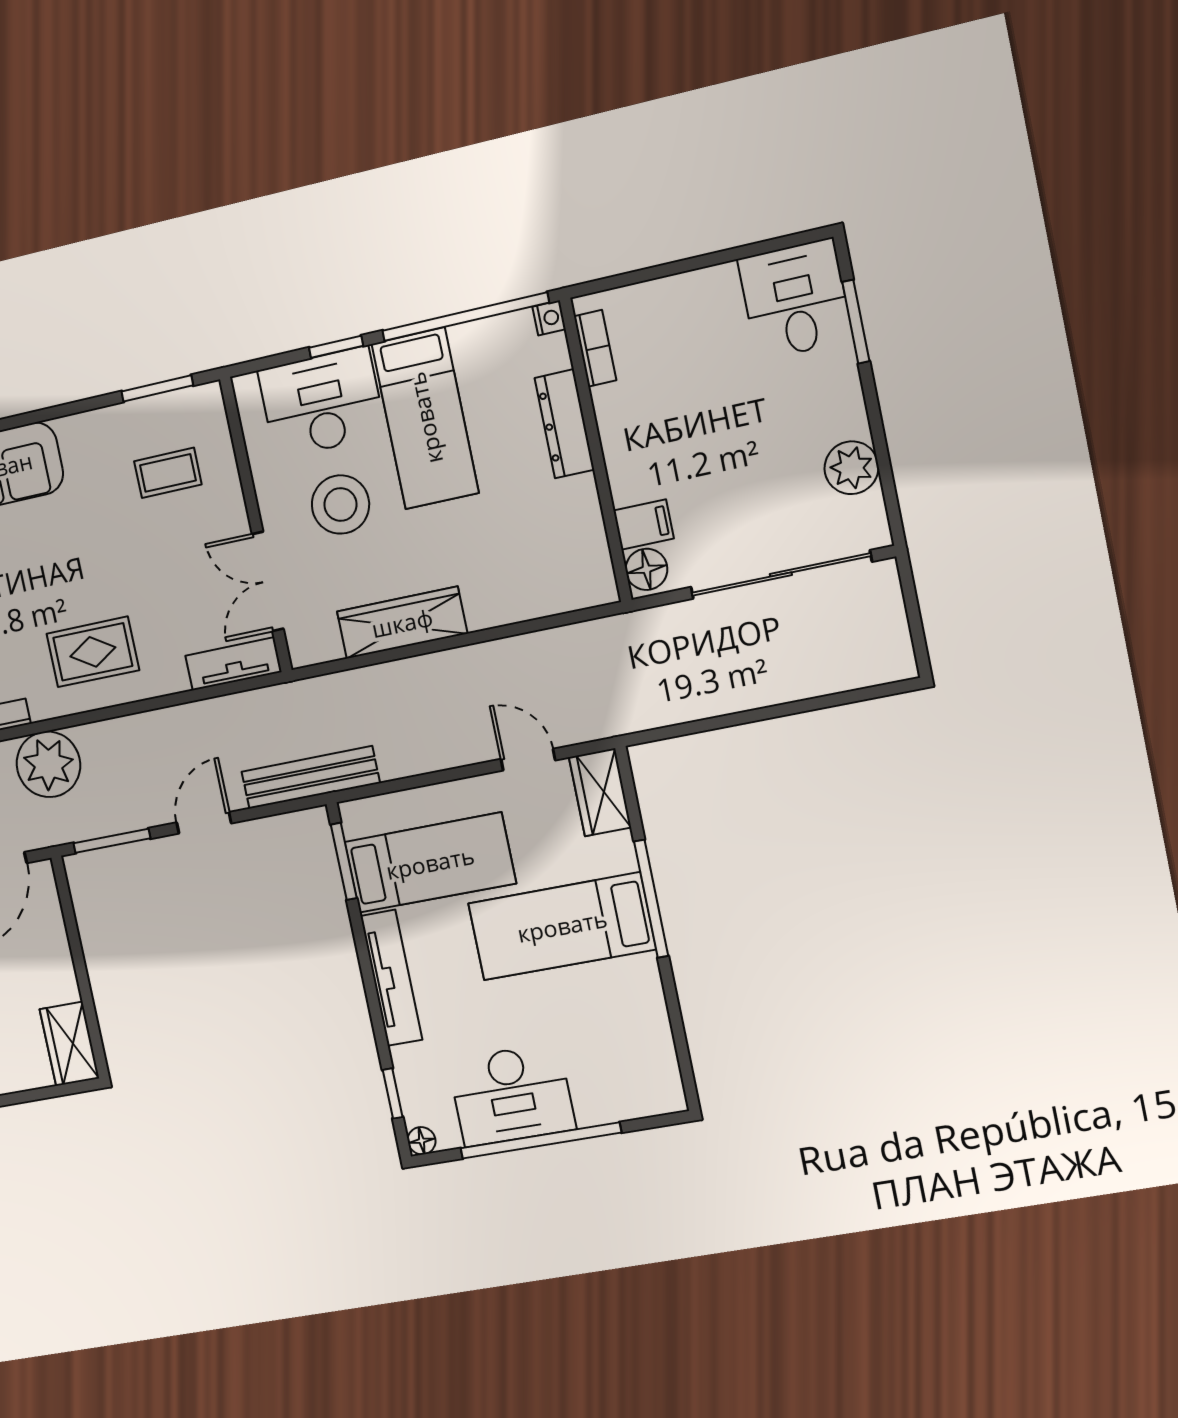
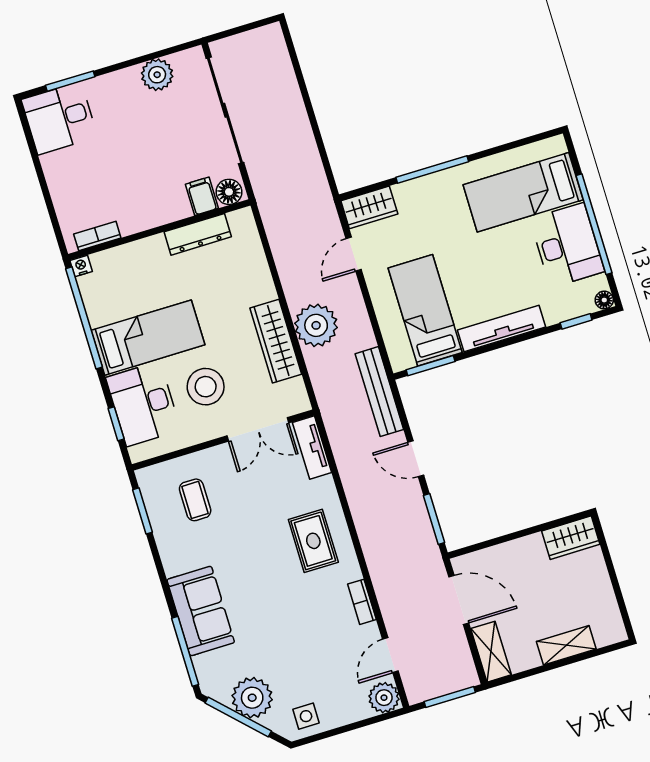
window: (336, 347) -> (116, 424), moved
dresser: (564, 424) -> (198, 234), moved
plant: (48, 764) -> (316, 325), moved
bed: (562, 926) -> (523, 192), moved, turned 90

